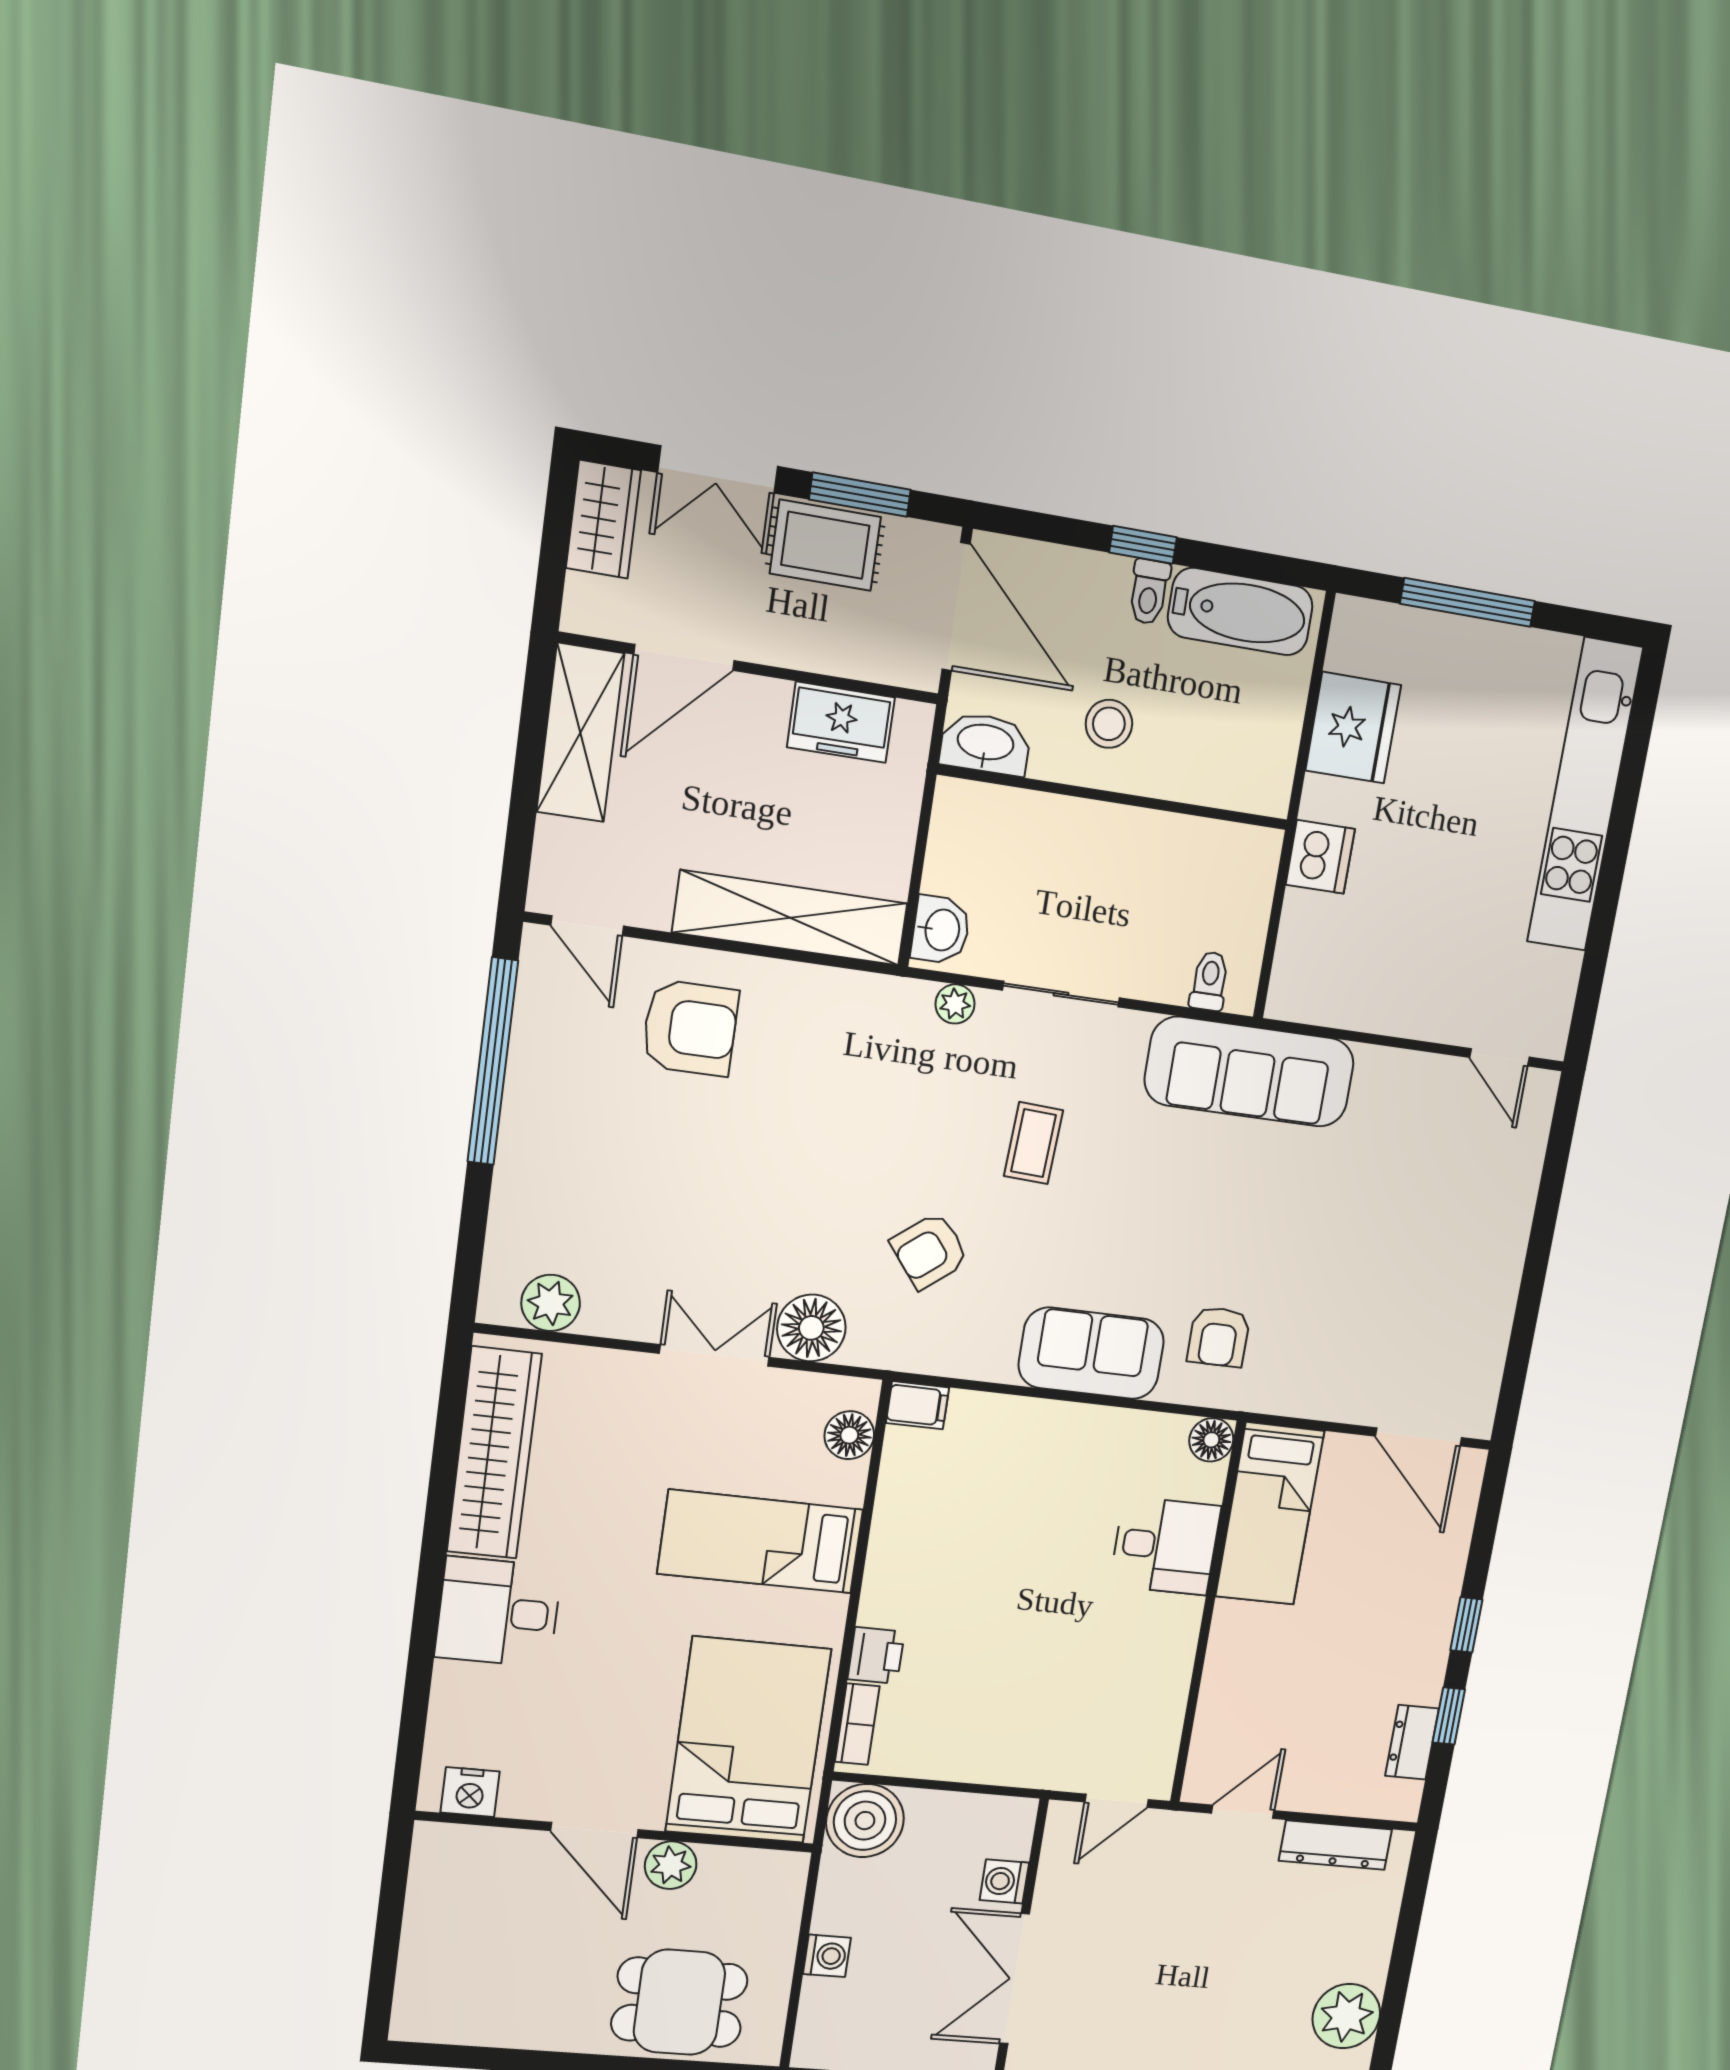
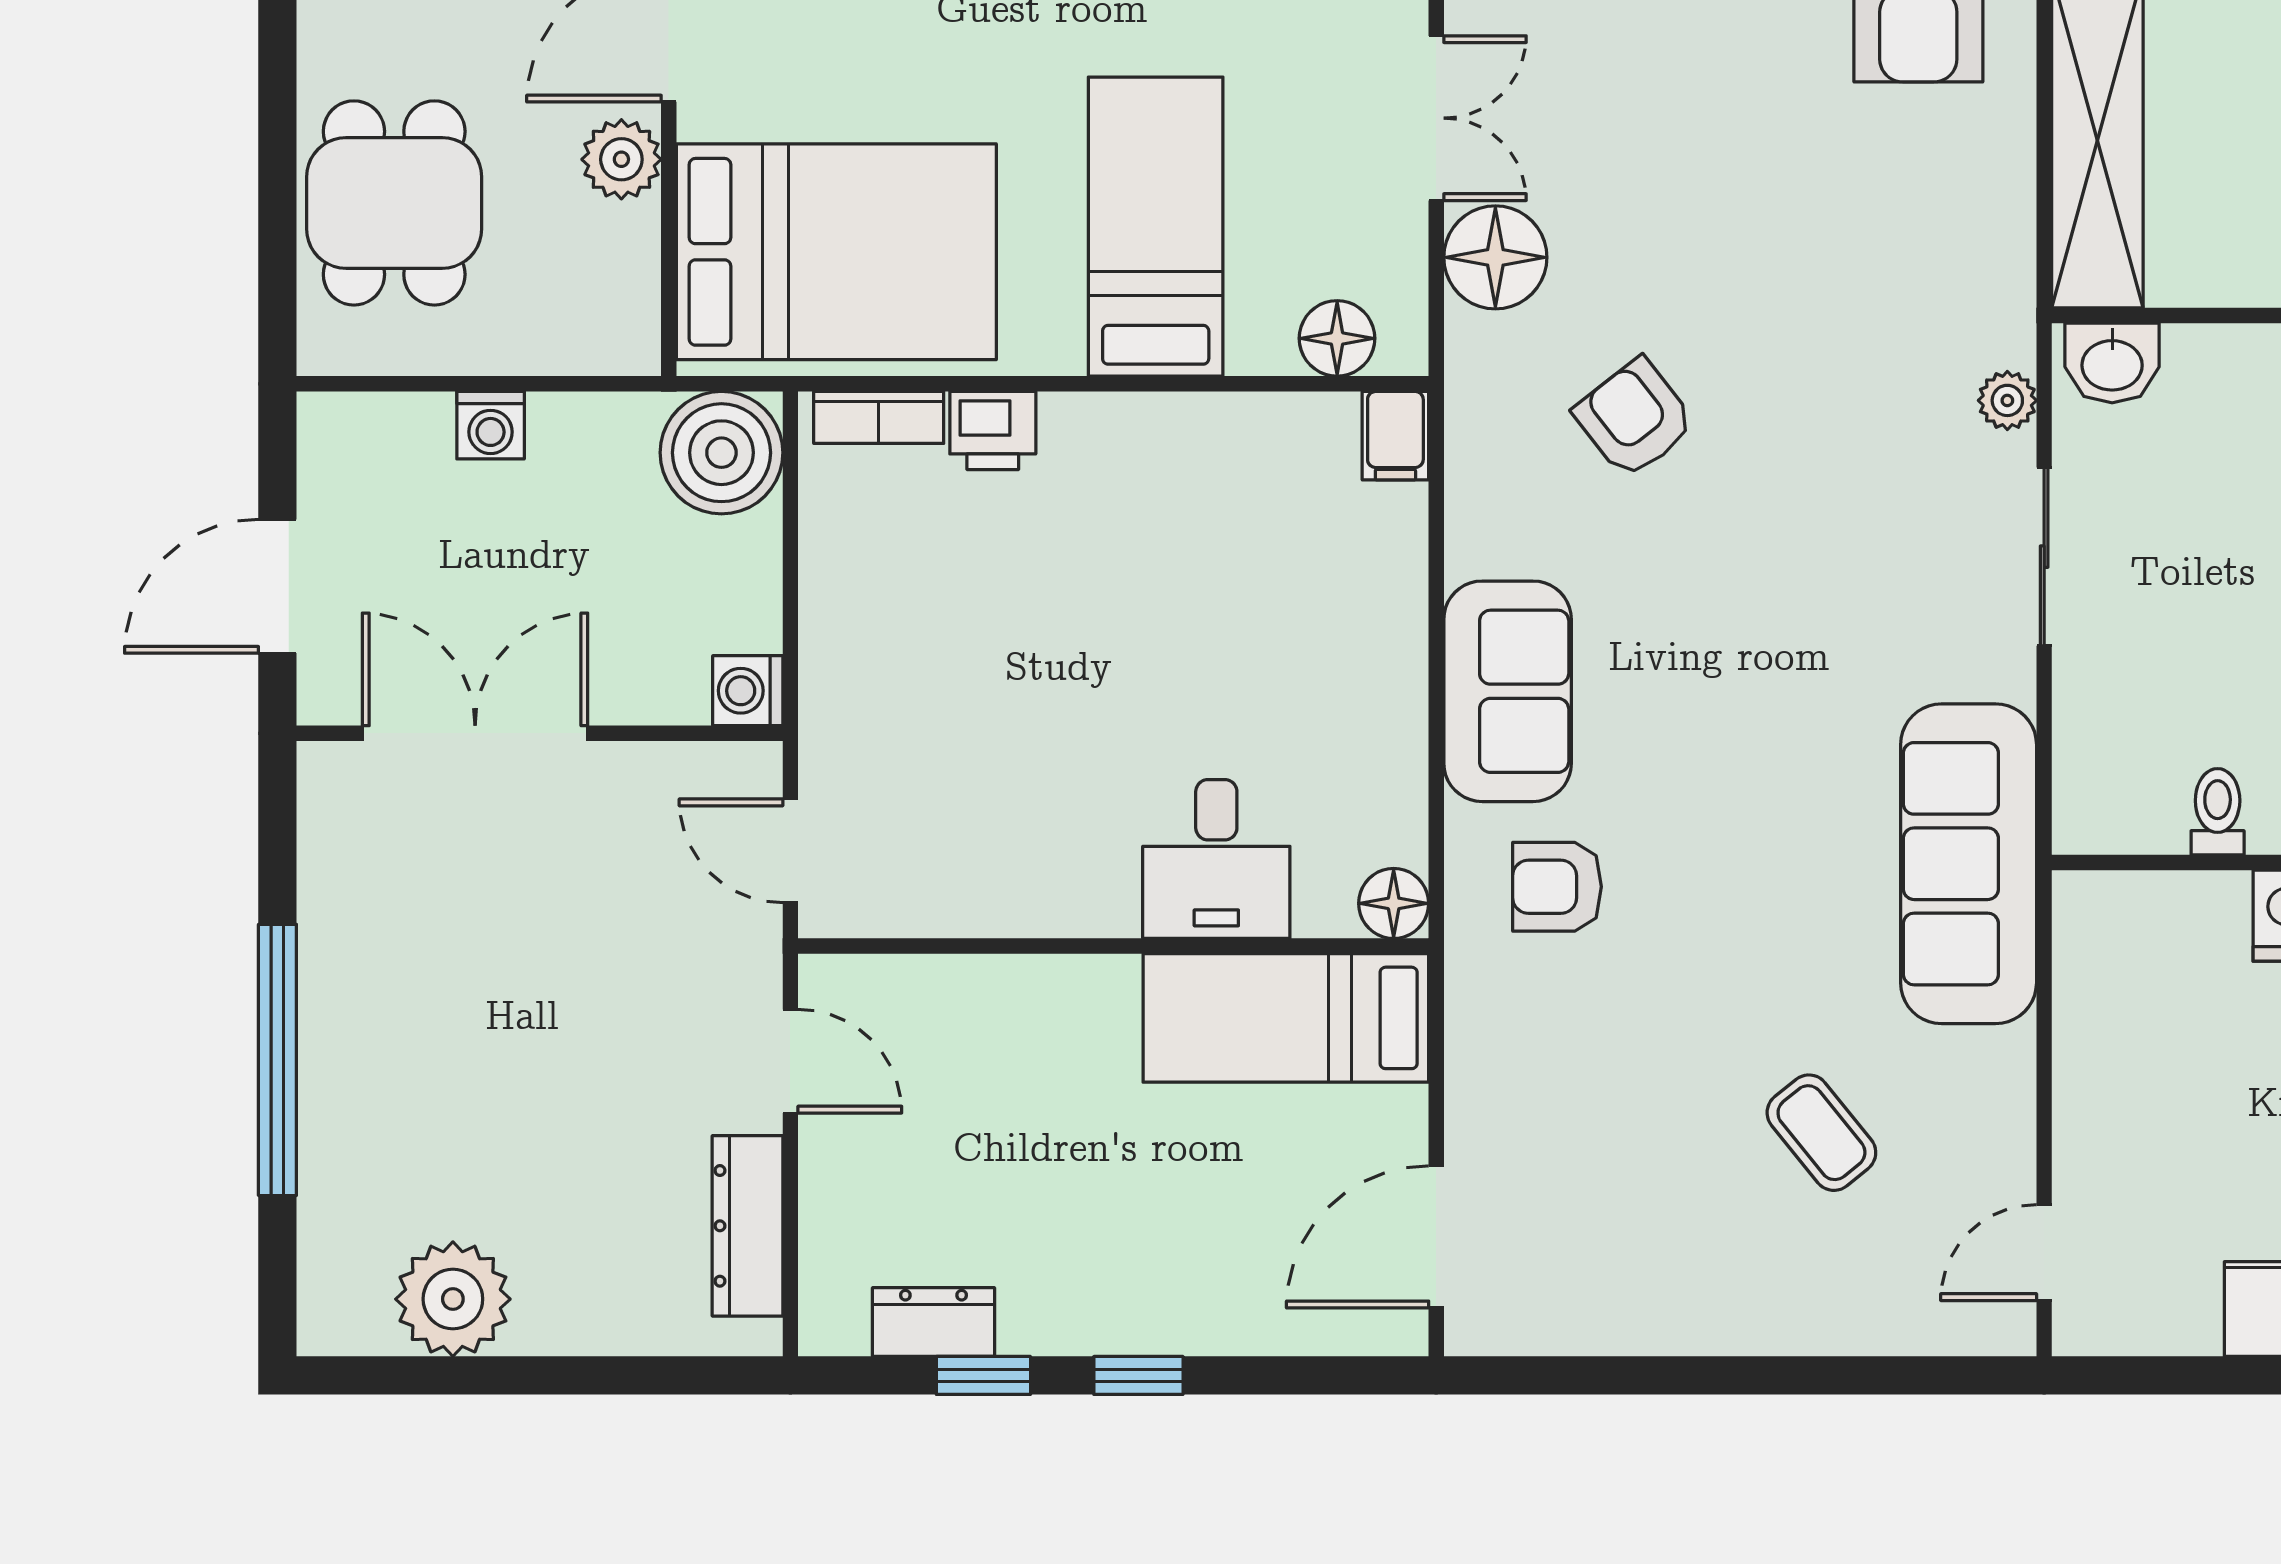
toilet: (1209, 981) -> (2218, 812), moved, turned -90
coffee table: (1033, 1143) -> (1821, 1133), moved, turned 48
washing machine: (1004, 1881) -> (748, 691), moved, turned -90

